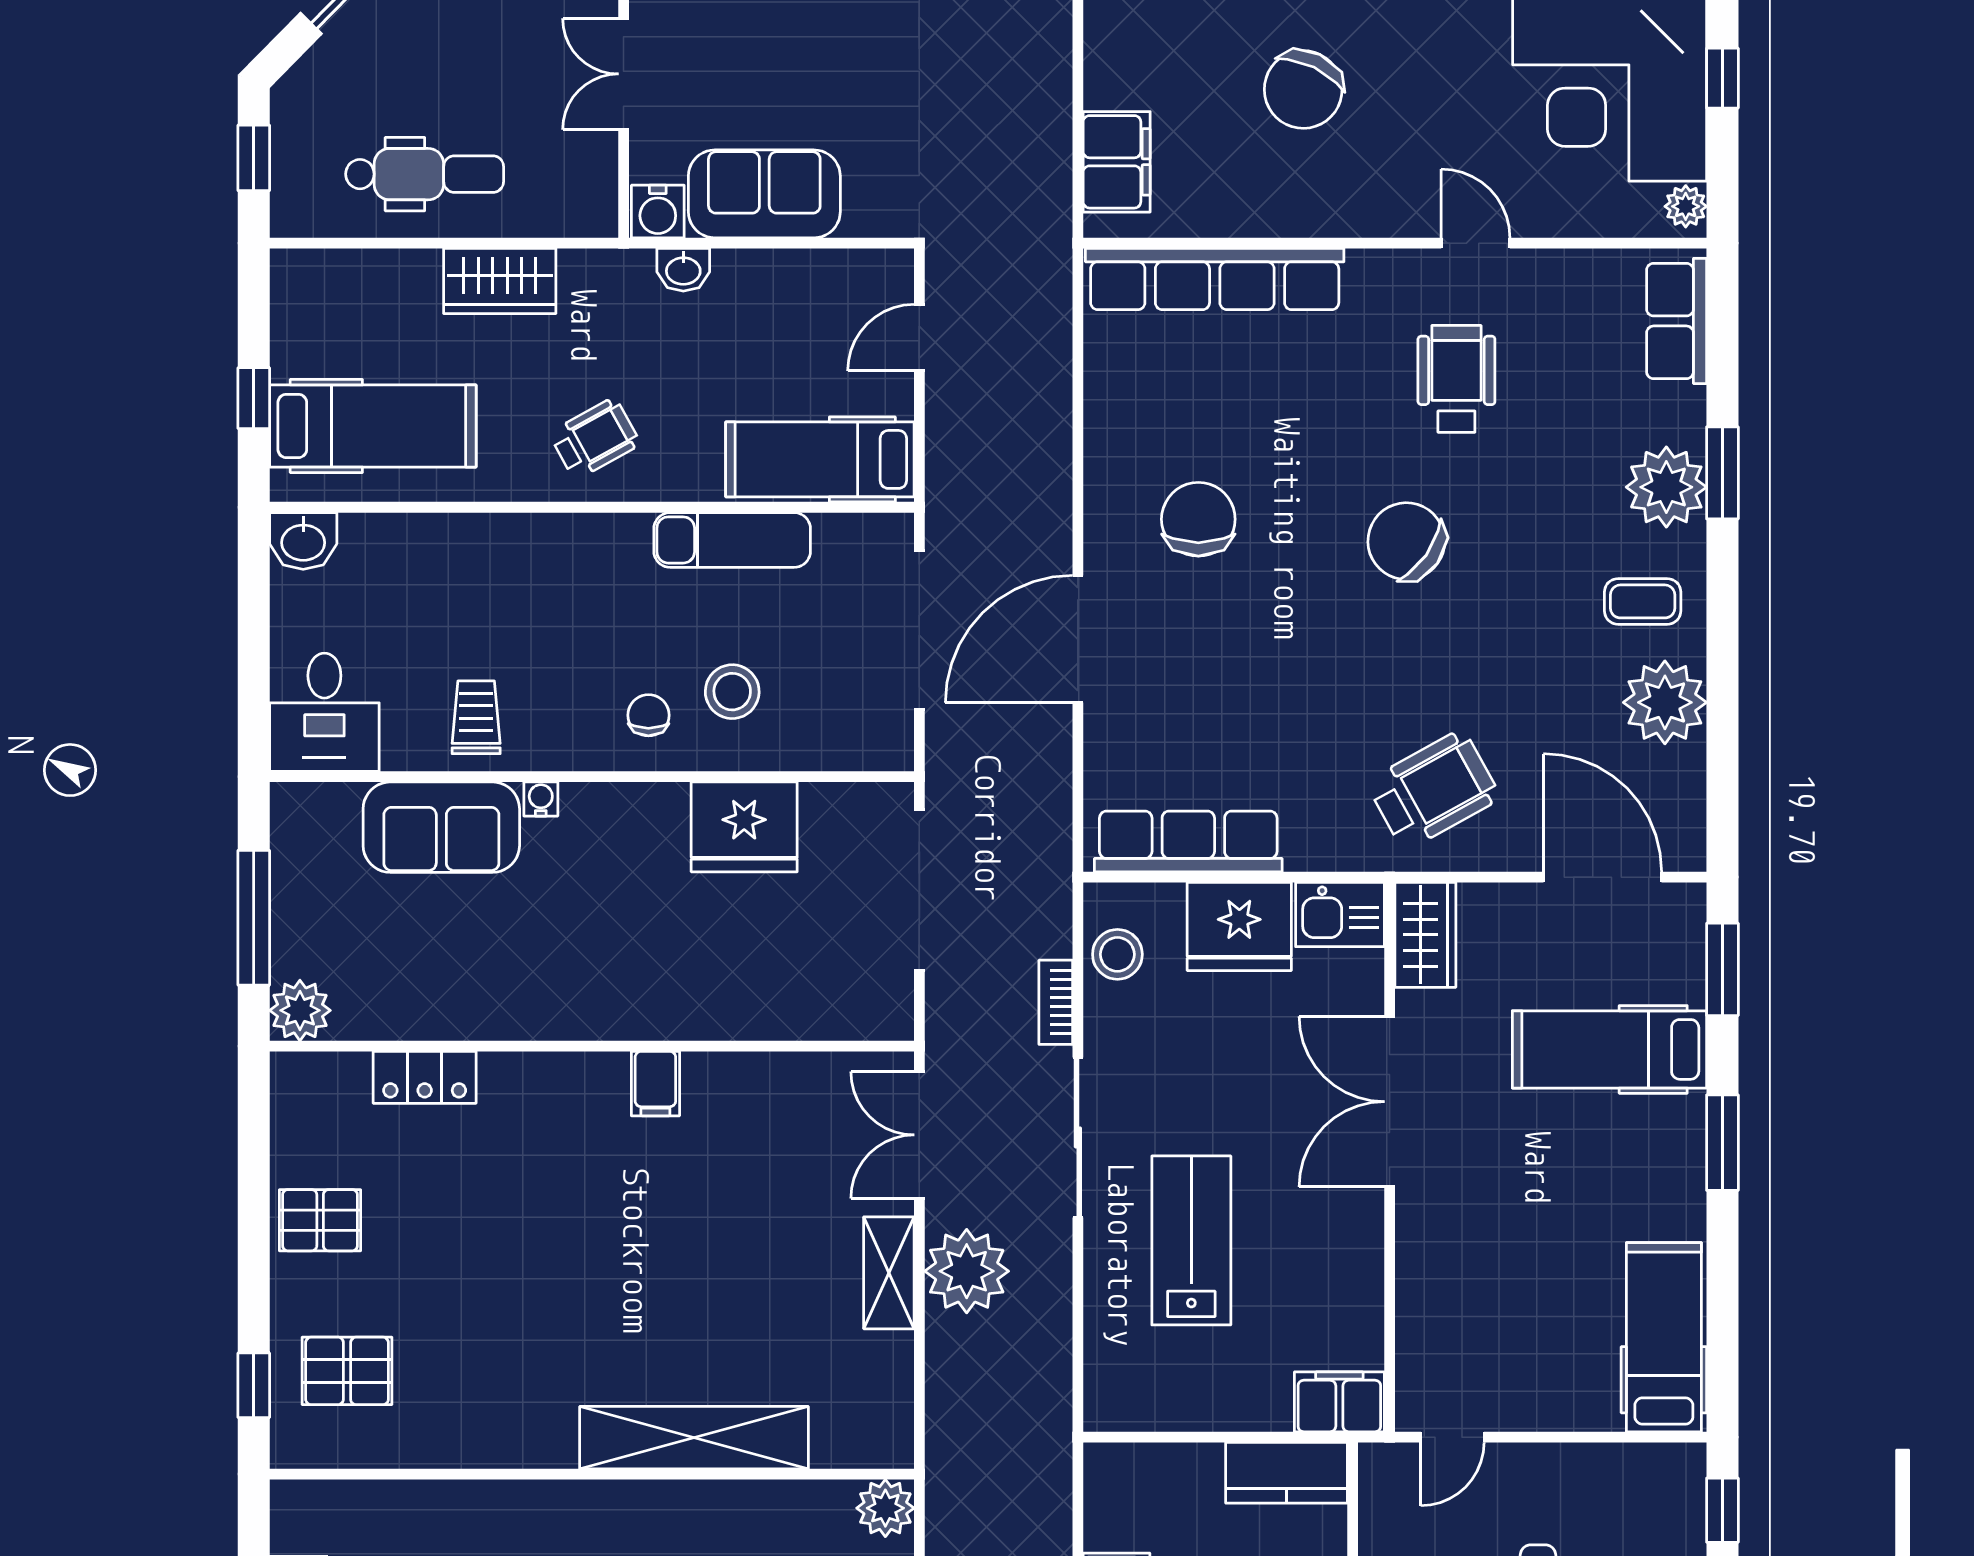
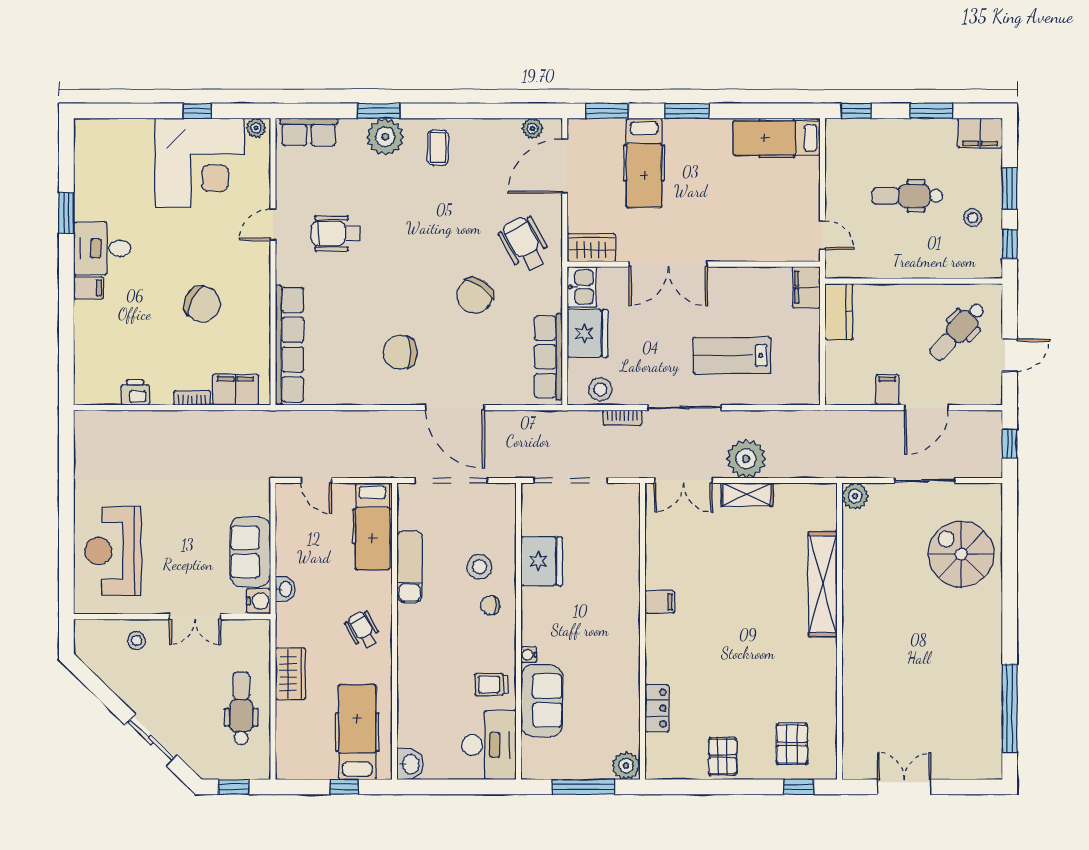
bookcase: (1099, 67) -> (192, 398), added
chair: (1406, 541) -> (475, 296), moved
plant: (1665, 702) -> (532, 128), moved, width x0.53, depth x0.53
desk: (324, 712) -> (489, 745), width x1.37

